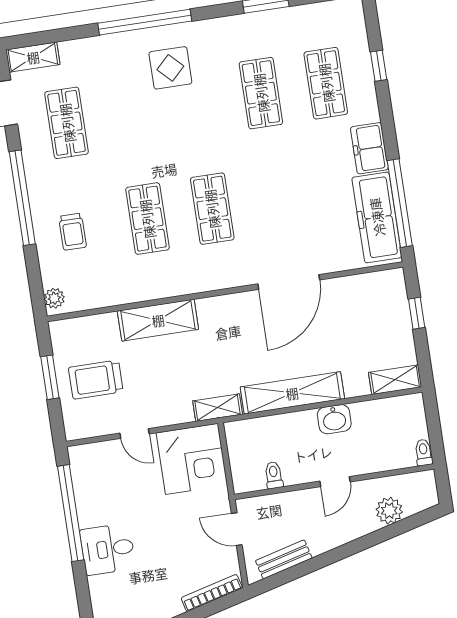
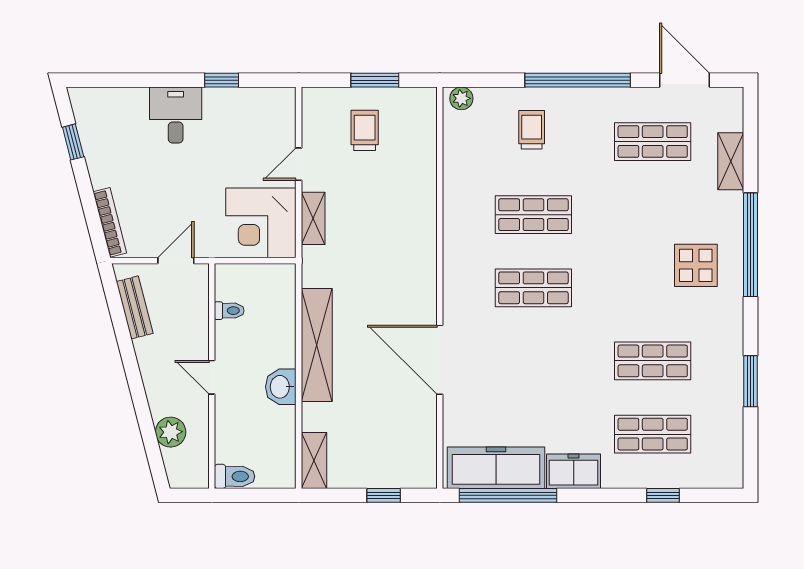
shelving: (33, 57) -> (731, 161), moved
trolley: (73, 232) -> (532, 130), turned 90
shelving: (158, 320) -> (420, 209), removed
trolley: (96, 380) -> (365, 130), width x0.73, depth x0.72
shelving: (218, 408) -> (313, 218), moved
toilet: (424, 452) -> (235, 476), width x1.37, depth x1.39
window: (71, 513) -> (222, 80), width x0.32

